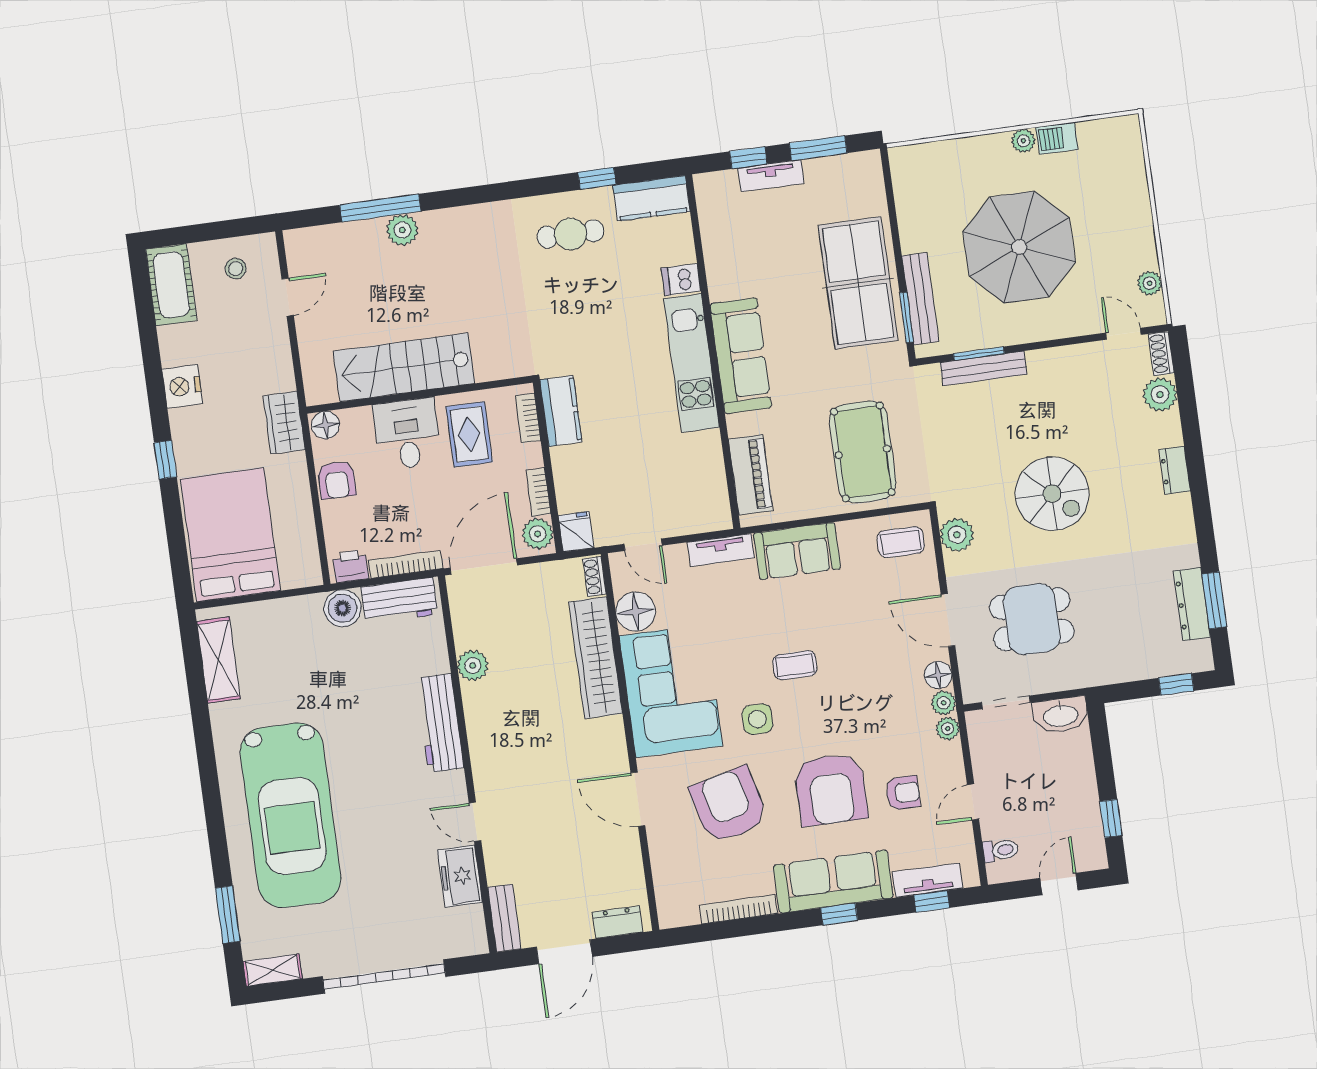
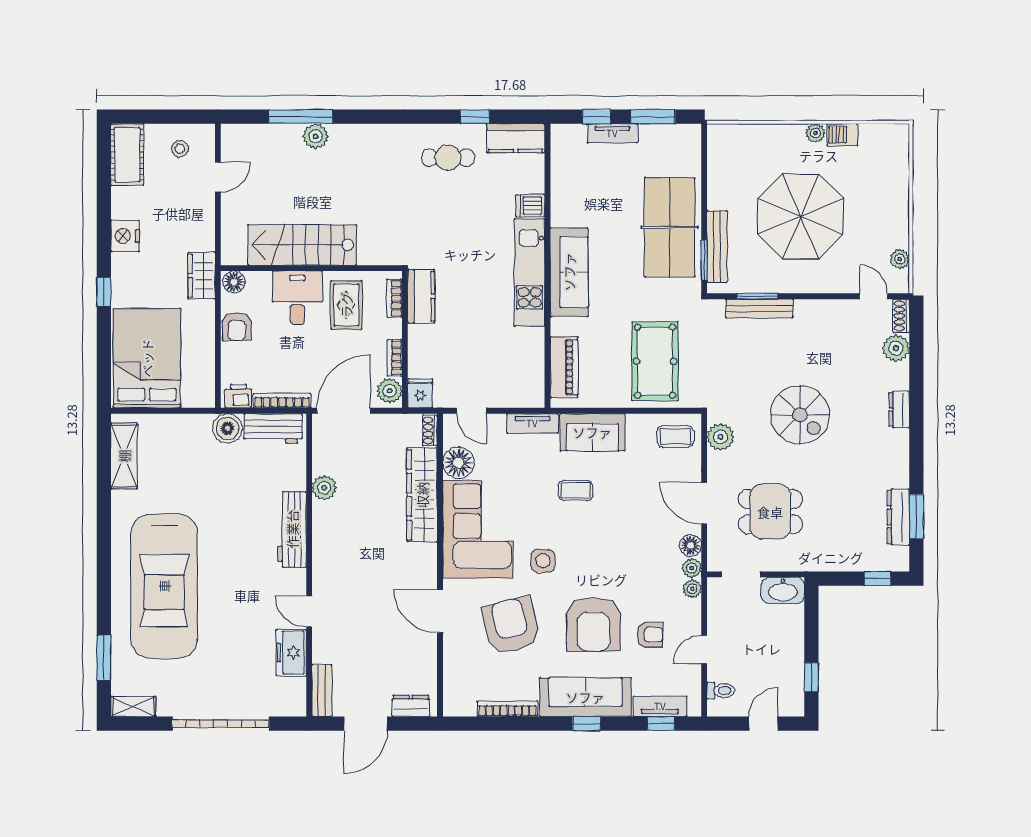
coffee table: (795, 665) -> (576, 490), moved

